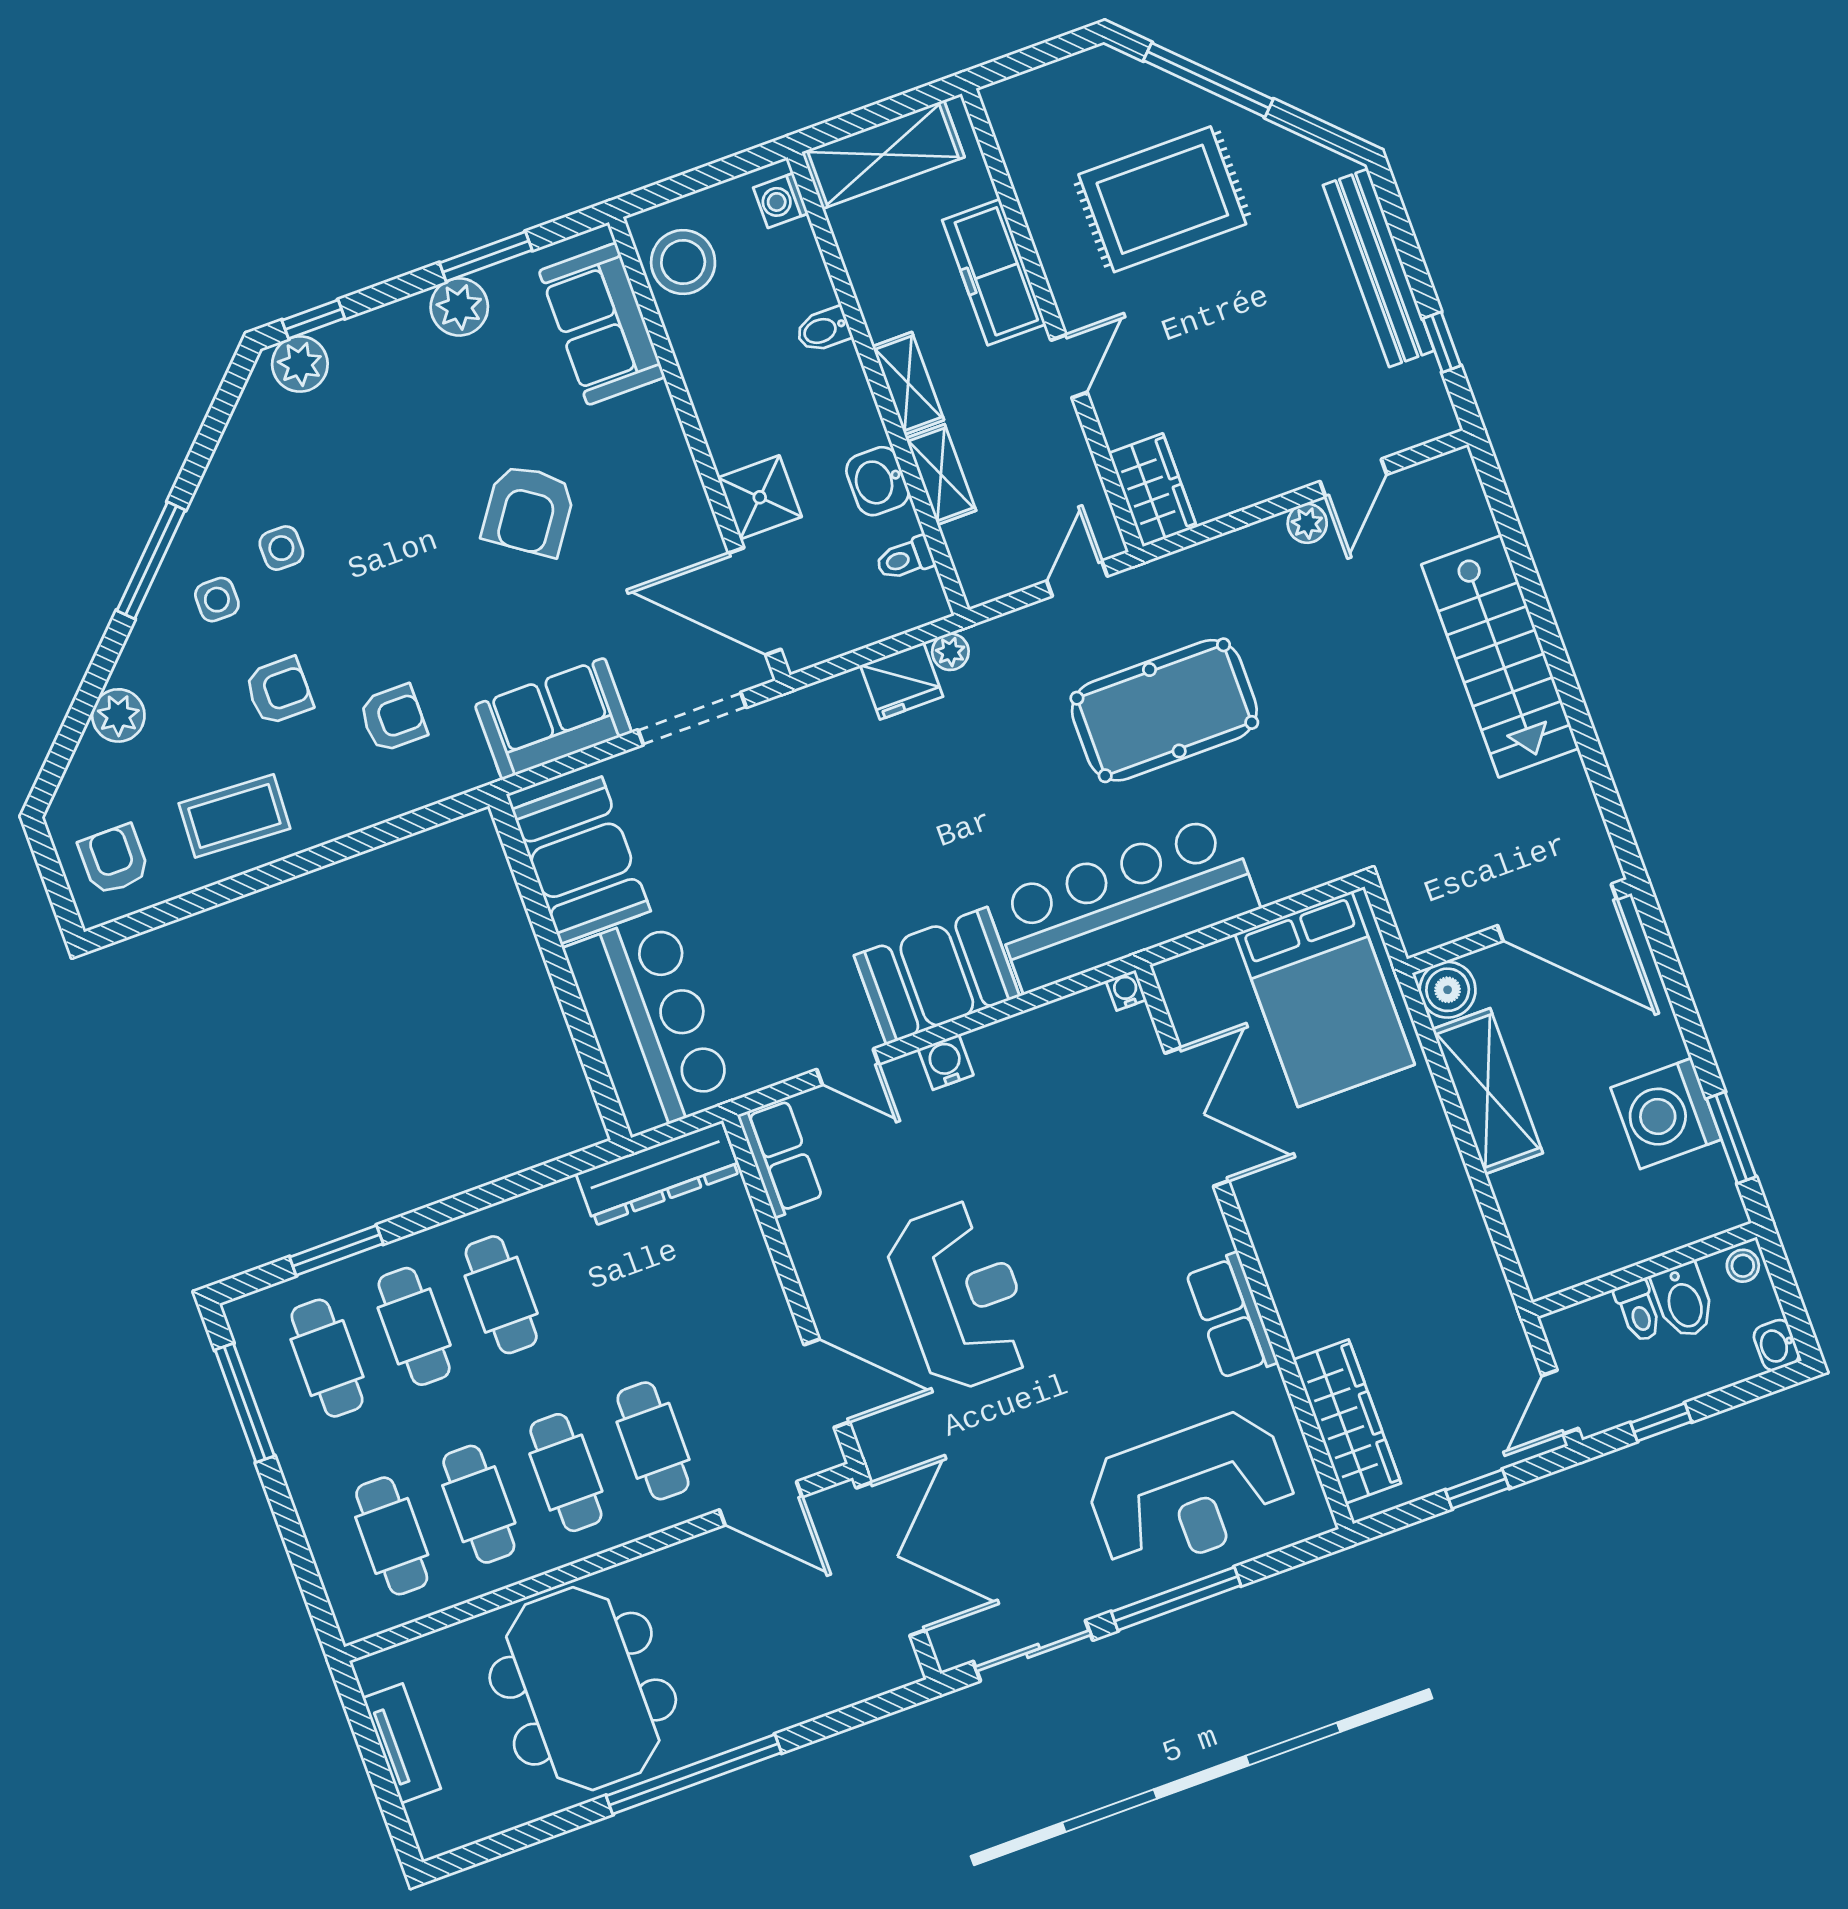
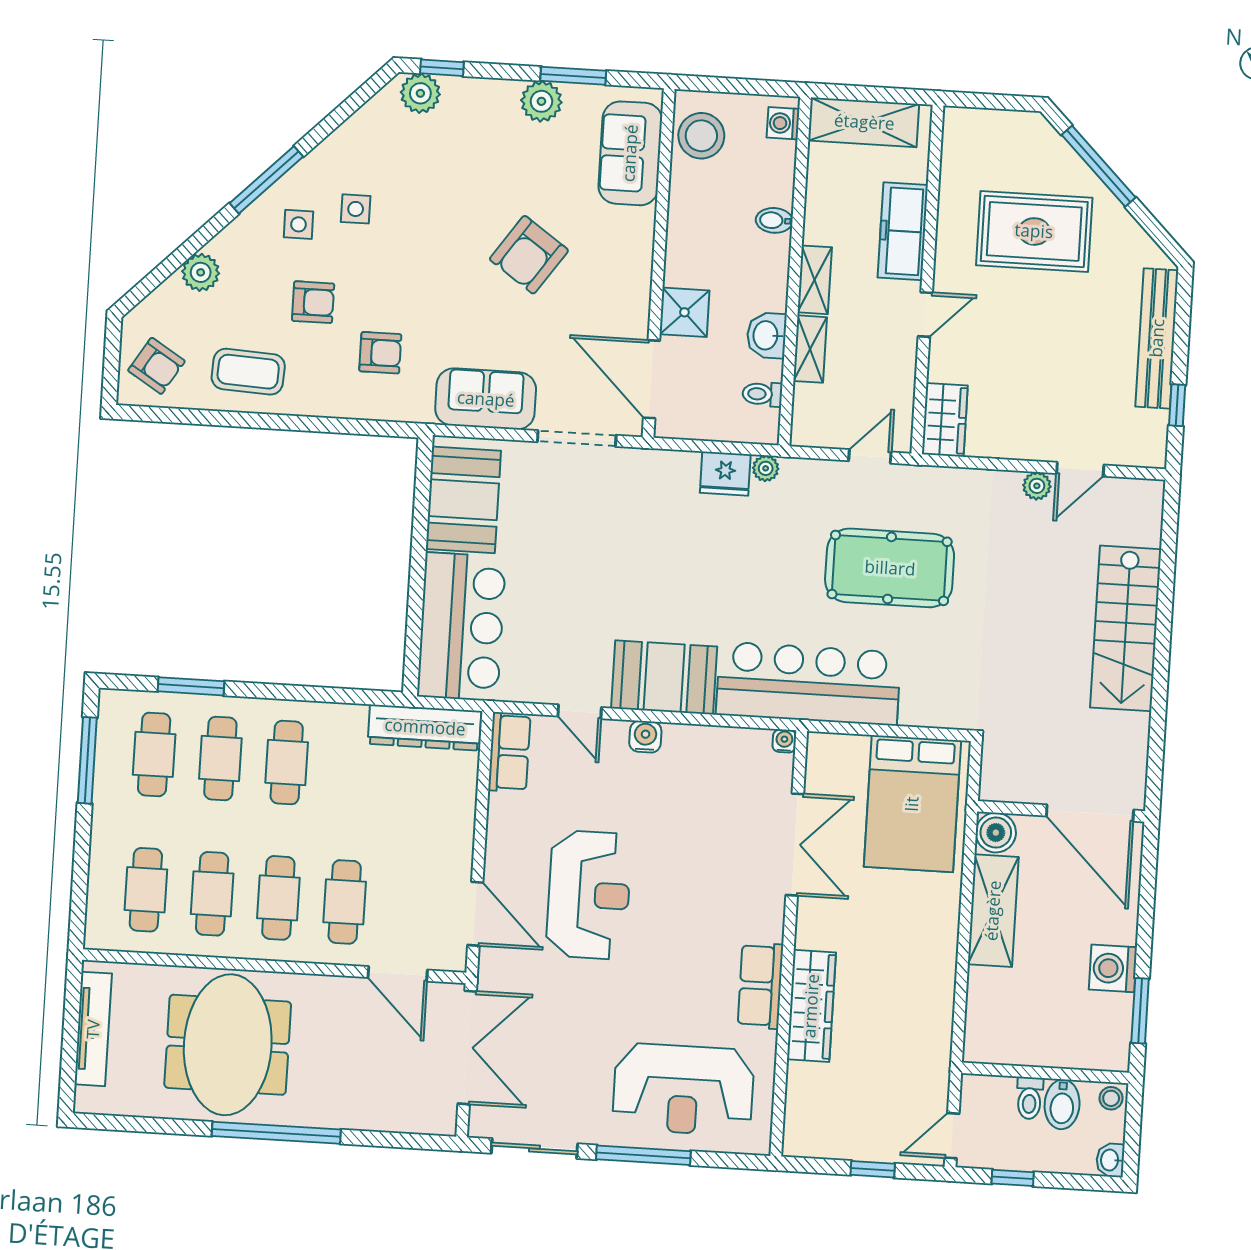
armchair: (114, 860) -> (156, 366), turned 122
washing machine: (1666, 1114) -> (1113, 968), width x0.73, depth x0.73
wardrobe: (1347, 1422) -> (811, 1006), moved
tv unit: (402, 1743) -> (93, 1029), width x1.41

